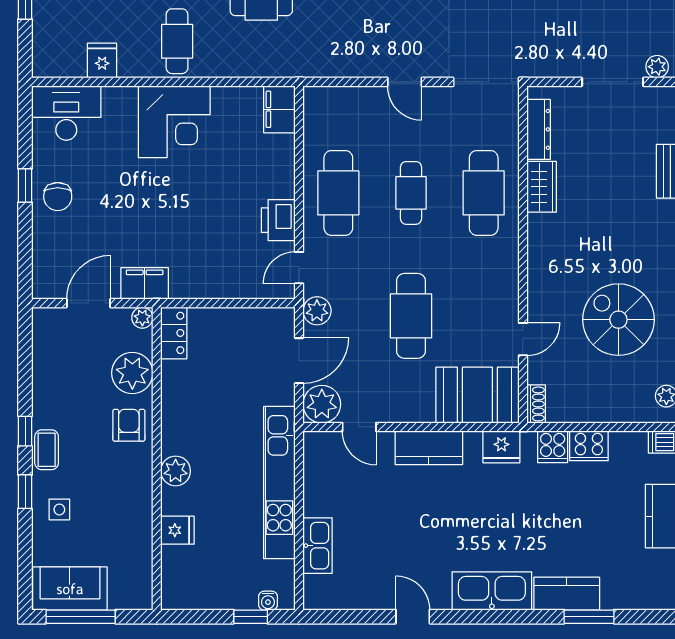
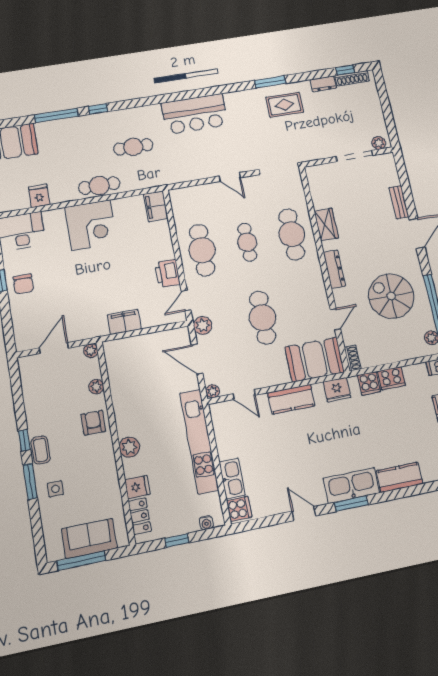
cafe table: (177, 41) -> (99, 186), moved, turned 90
dresser: (539, 129) -> (334, 269), moved
filing cabinet: (145, 283) -> (124, 322), moved
locker: (174, 333) -> (140, 516), moved
door: (299, 361) -> (197, 359), swing flipped
plant: (132, 373) -> (96, 387), width x0.53, depth x0.53
plant: (322, 404) -> (212, 391), width x0.53, depth x0.53
window: (25, 492) -> (30, 481), width x1.50
sofa: (70, 589) -> (89, 539), moved
cooker: (319, 591) -> (239, 509), added
window: (251, 617) -> (177, 540), moved
window: (589, 617) -> (351, 504), moved

